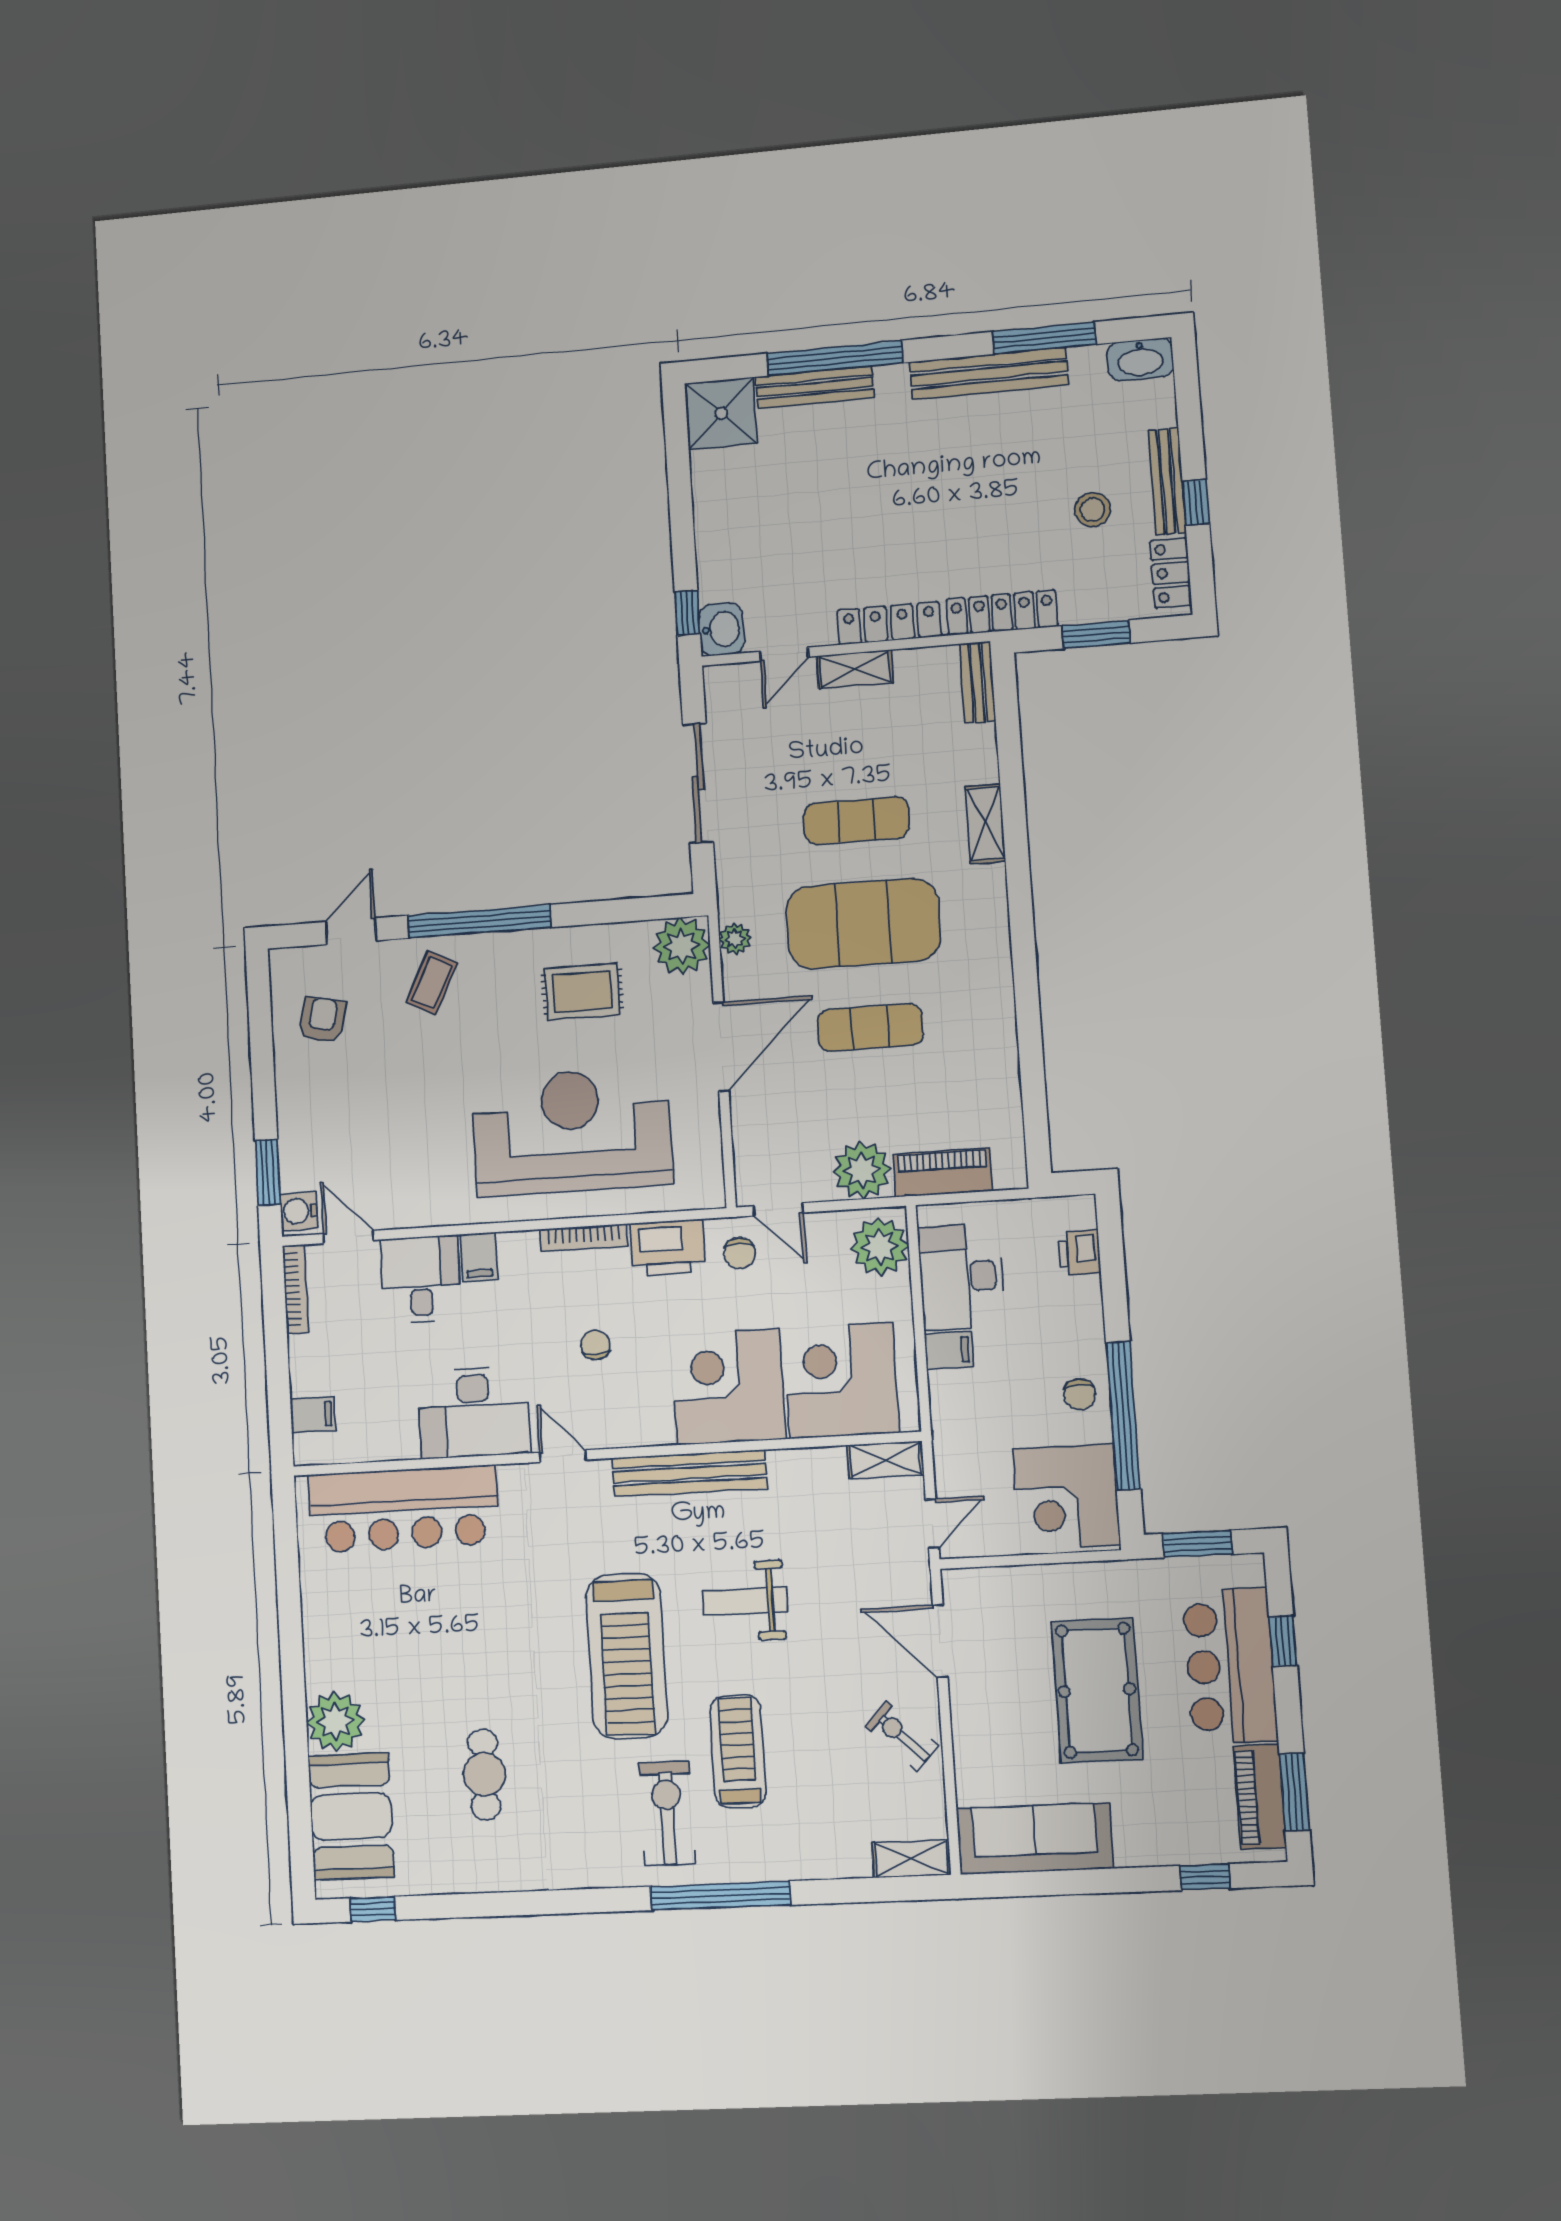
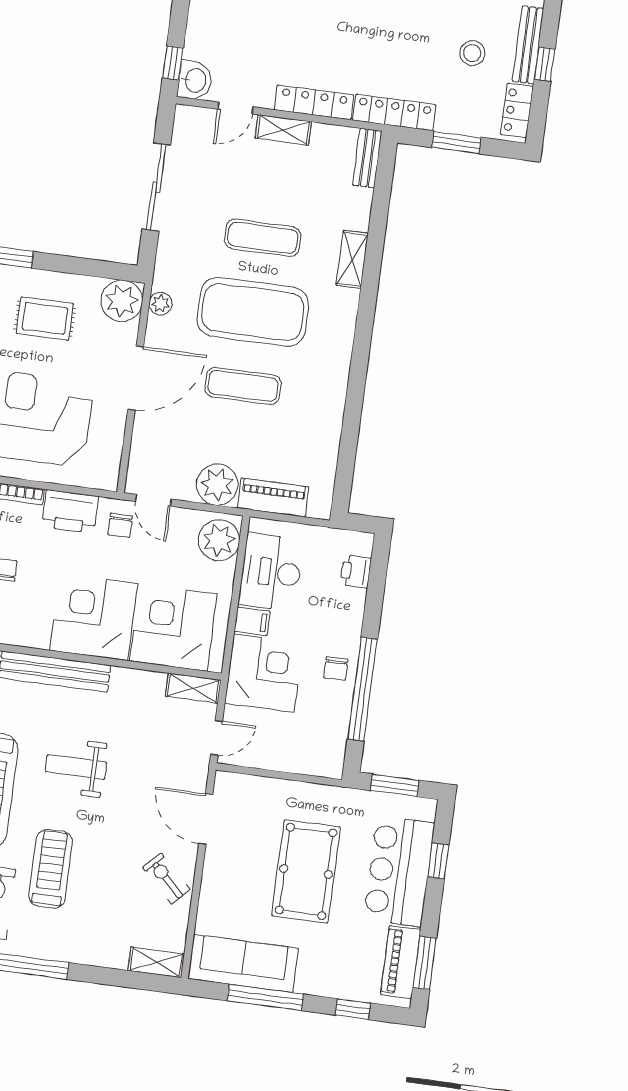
corner desk: (1067, 1497) -> (264, 673), moved, turned 180
window: (1076, 1882) -> (265, 997), added

